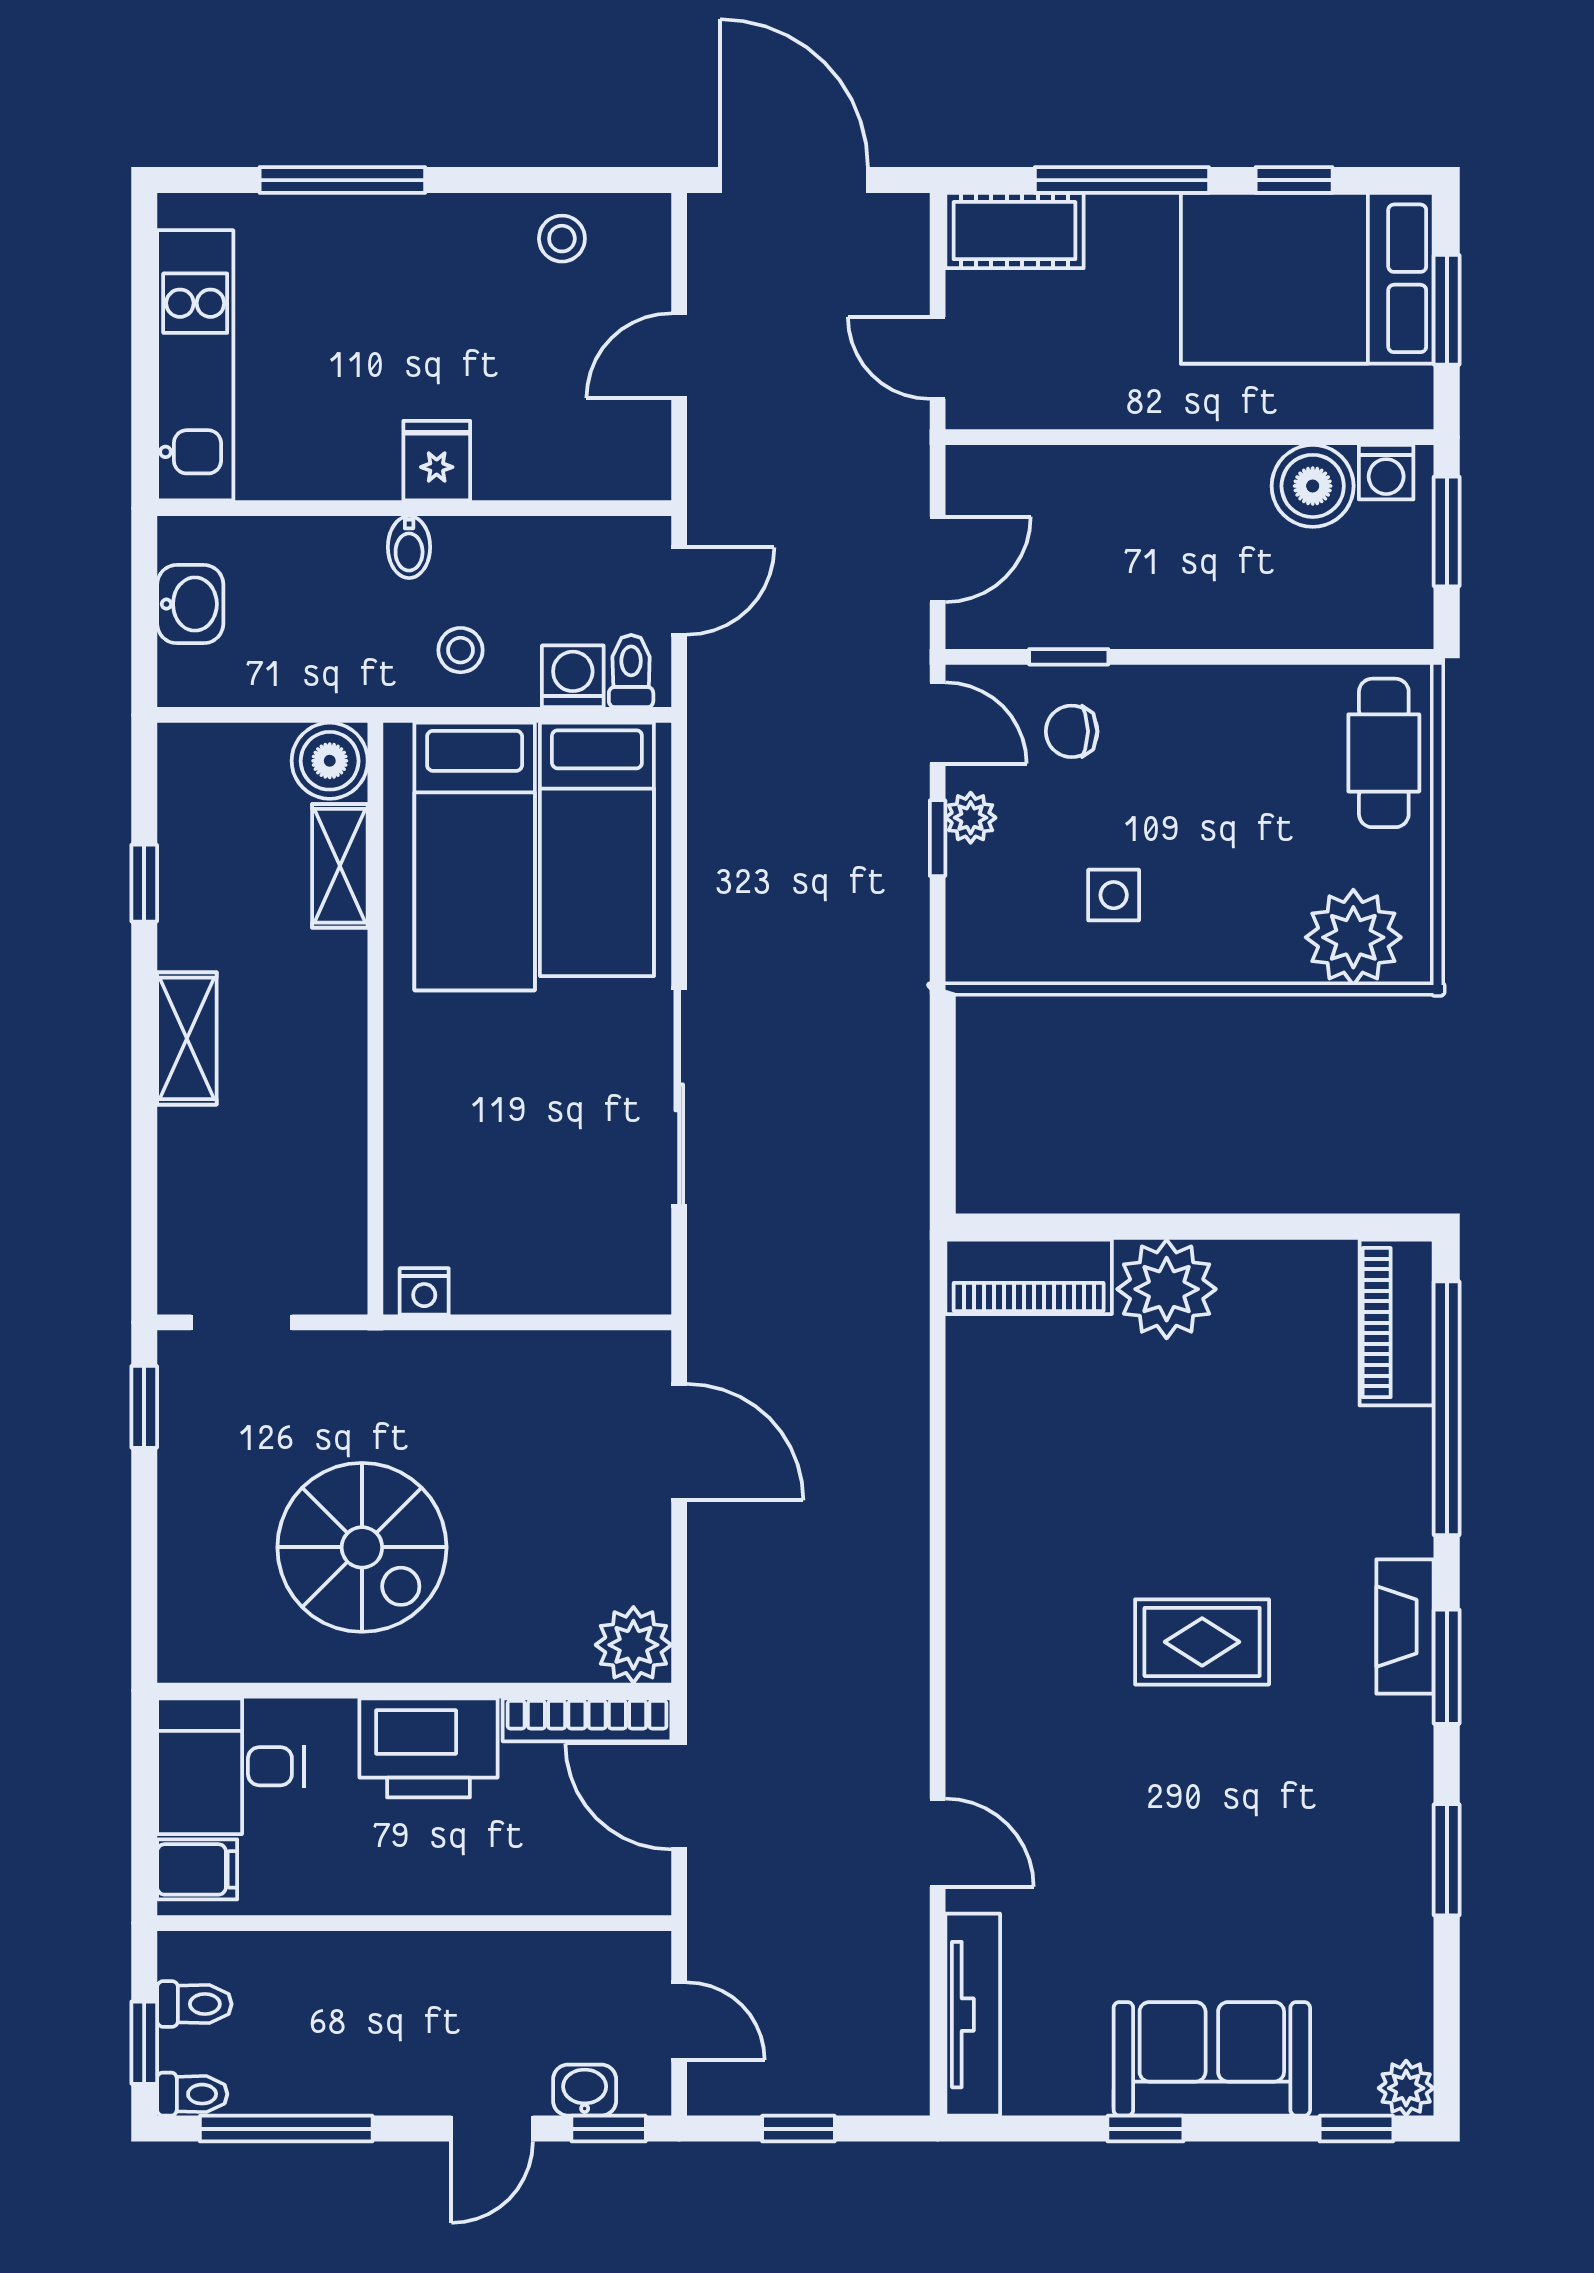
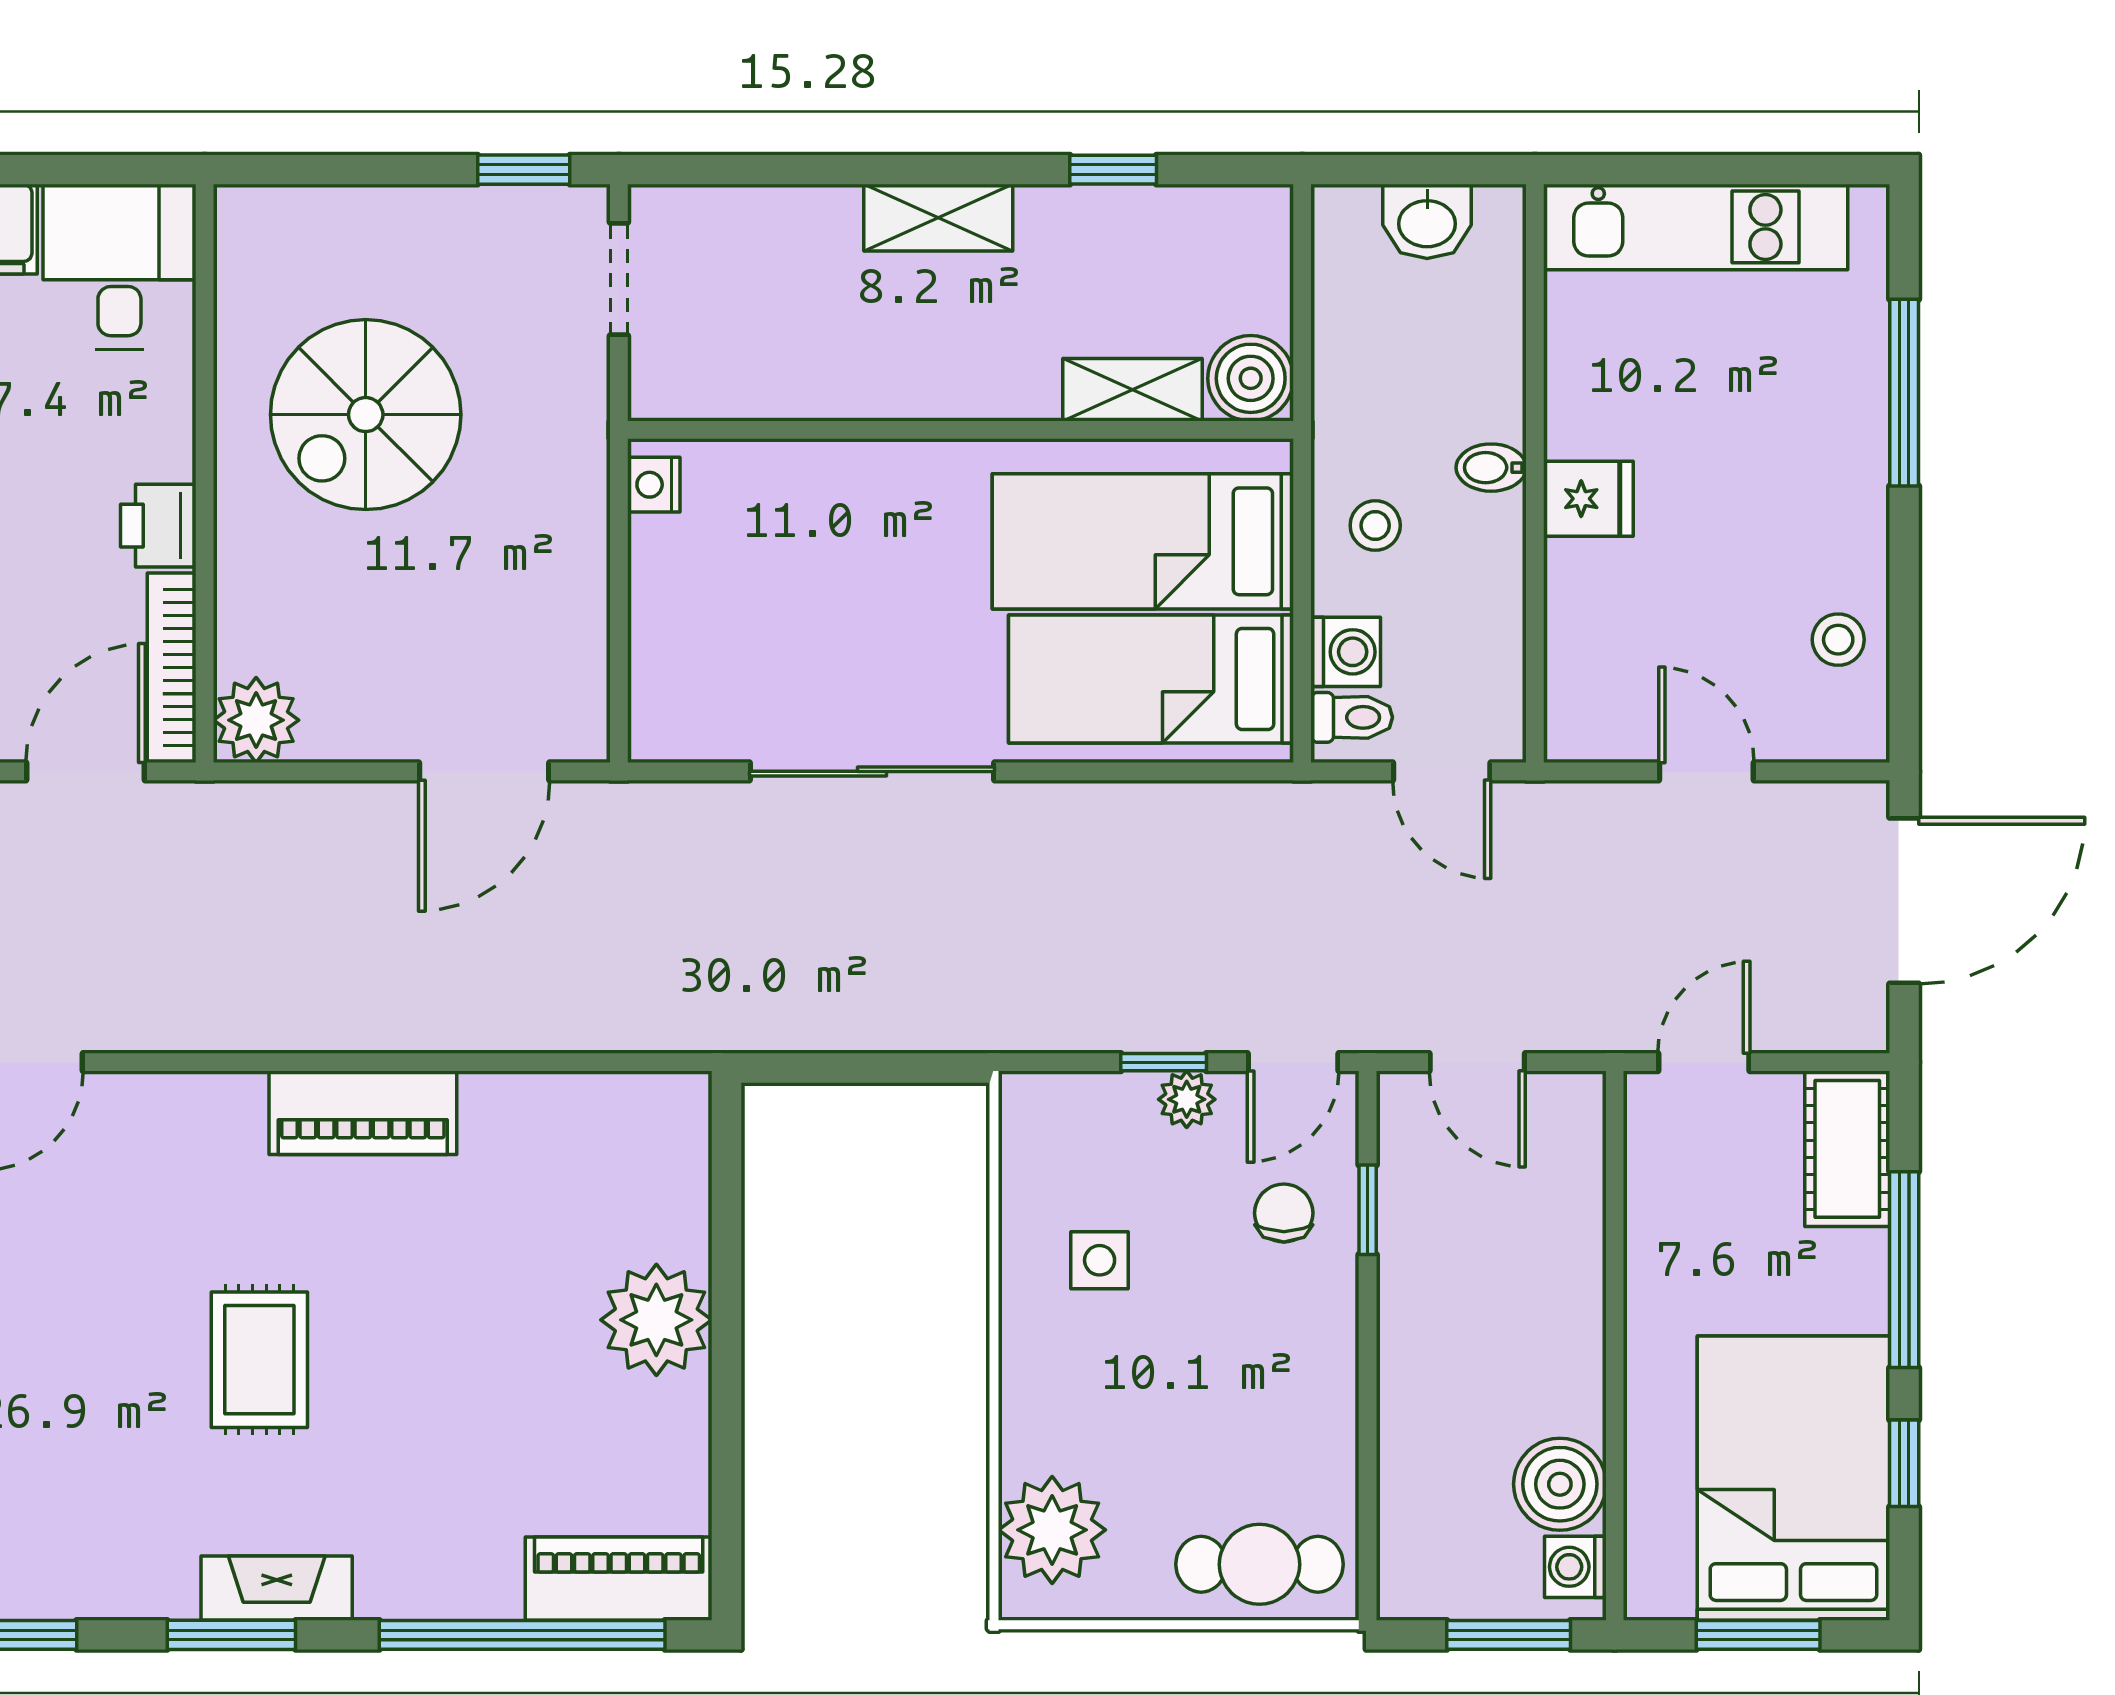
piano: (1029, 1277) -> (363, 1113), moved, turned -90
printer: (428, 1748) -> (158, 526), width x0.53, depth x0.68

